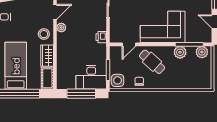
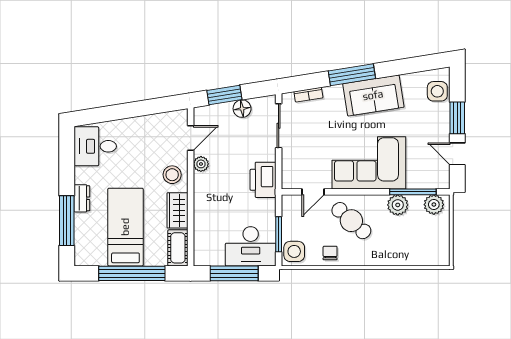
printer: (101, 37) -> (263, 180), width x1.87, depth x1.48

